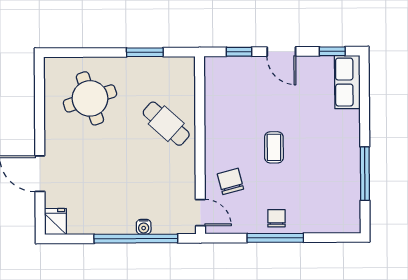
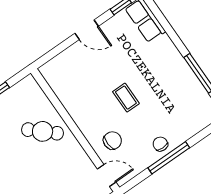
window: (239, 52) -> (58, 49), removed
chair: (230, 181) -> (112, 141), turned 102

